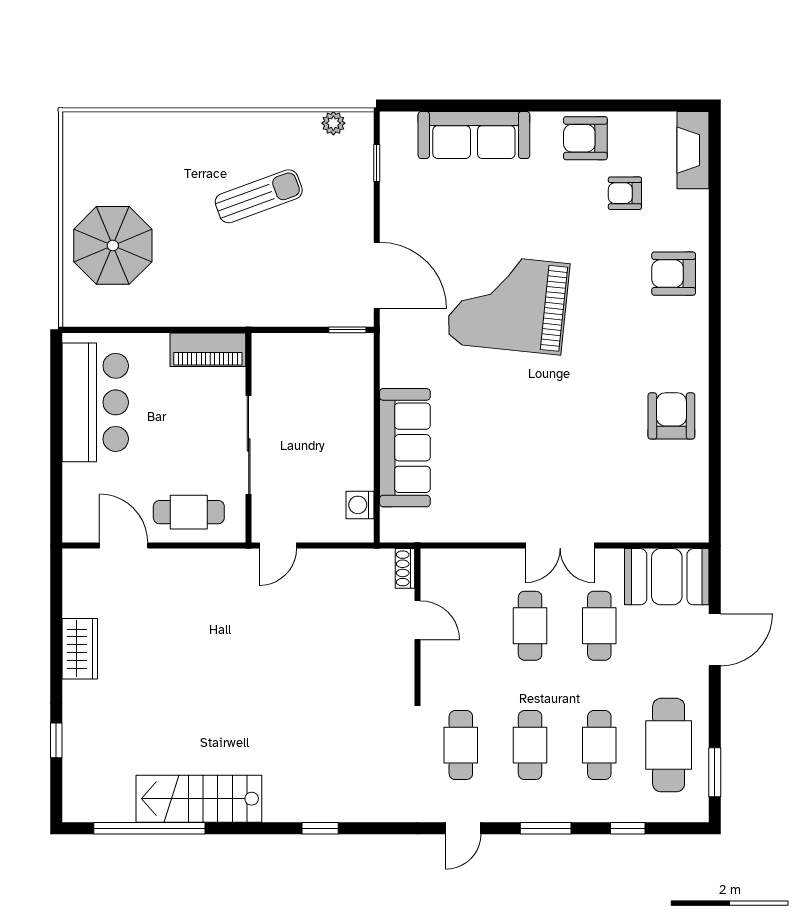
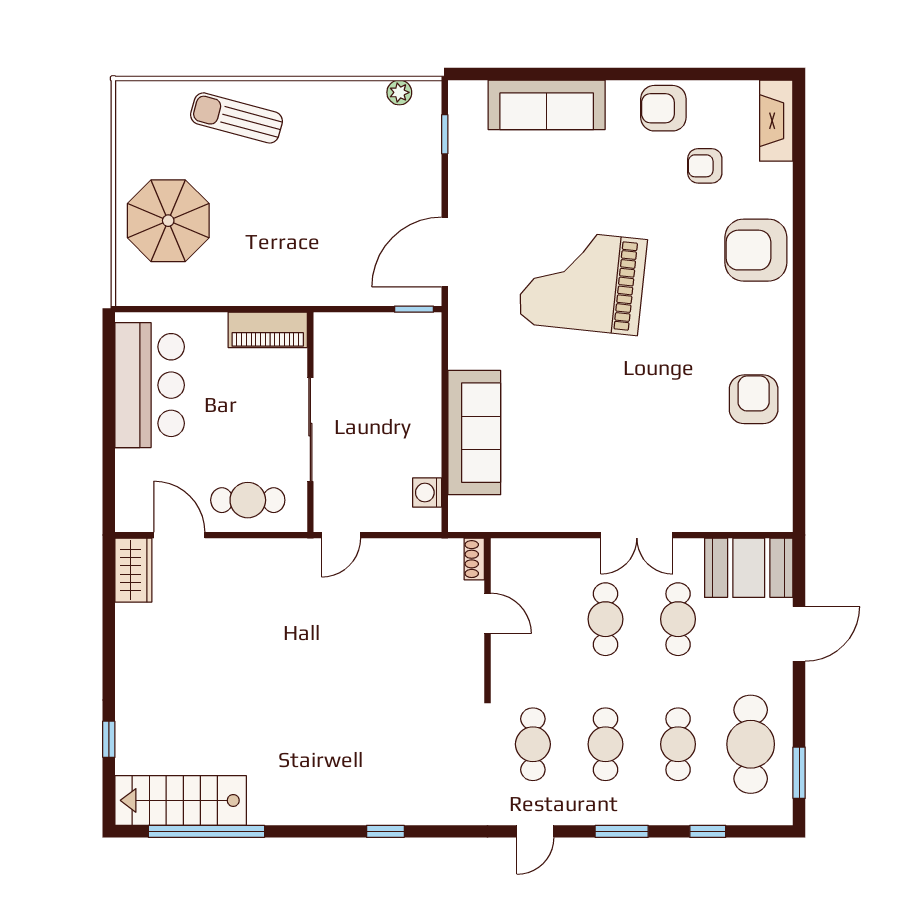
sun lounger: (259, 196) -> (237, 118), moved, turned -145
armchair: (674, 274) -> (756, 250), width x1.36, depth x1.36
door: (377, 275) -> (445, 252), swing flipped
wardrobe: (80, 649) -> (133, 570), moved
stairs: (199, 799) -> (181, 800), moved

